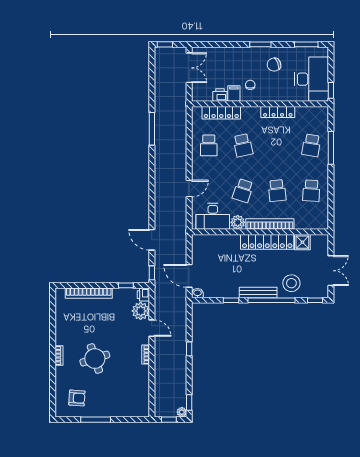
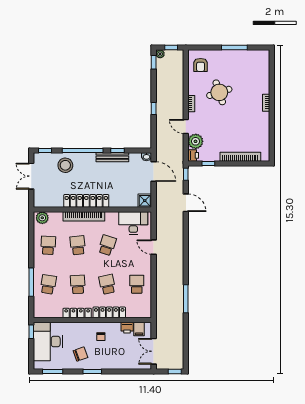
filing cabinet: (234, 94) -> (139, 329), moved
locker: (221, 113) -> (109, 312), moved
school desk: (277, 145) -> (78, 284), added
door: (189, 189) -> (154, 247), hinge flipped
plant: (238, 222) -> (42, 218), moved
shower: (302, 242) -> (145, 201), moved
bench: (258, 293) -> (112, 157), moved
round table: (95, 359) -> (219, 92), moved
armchair: (77, 398) -> (201, 65), moved, turned -94

